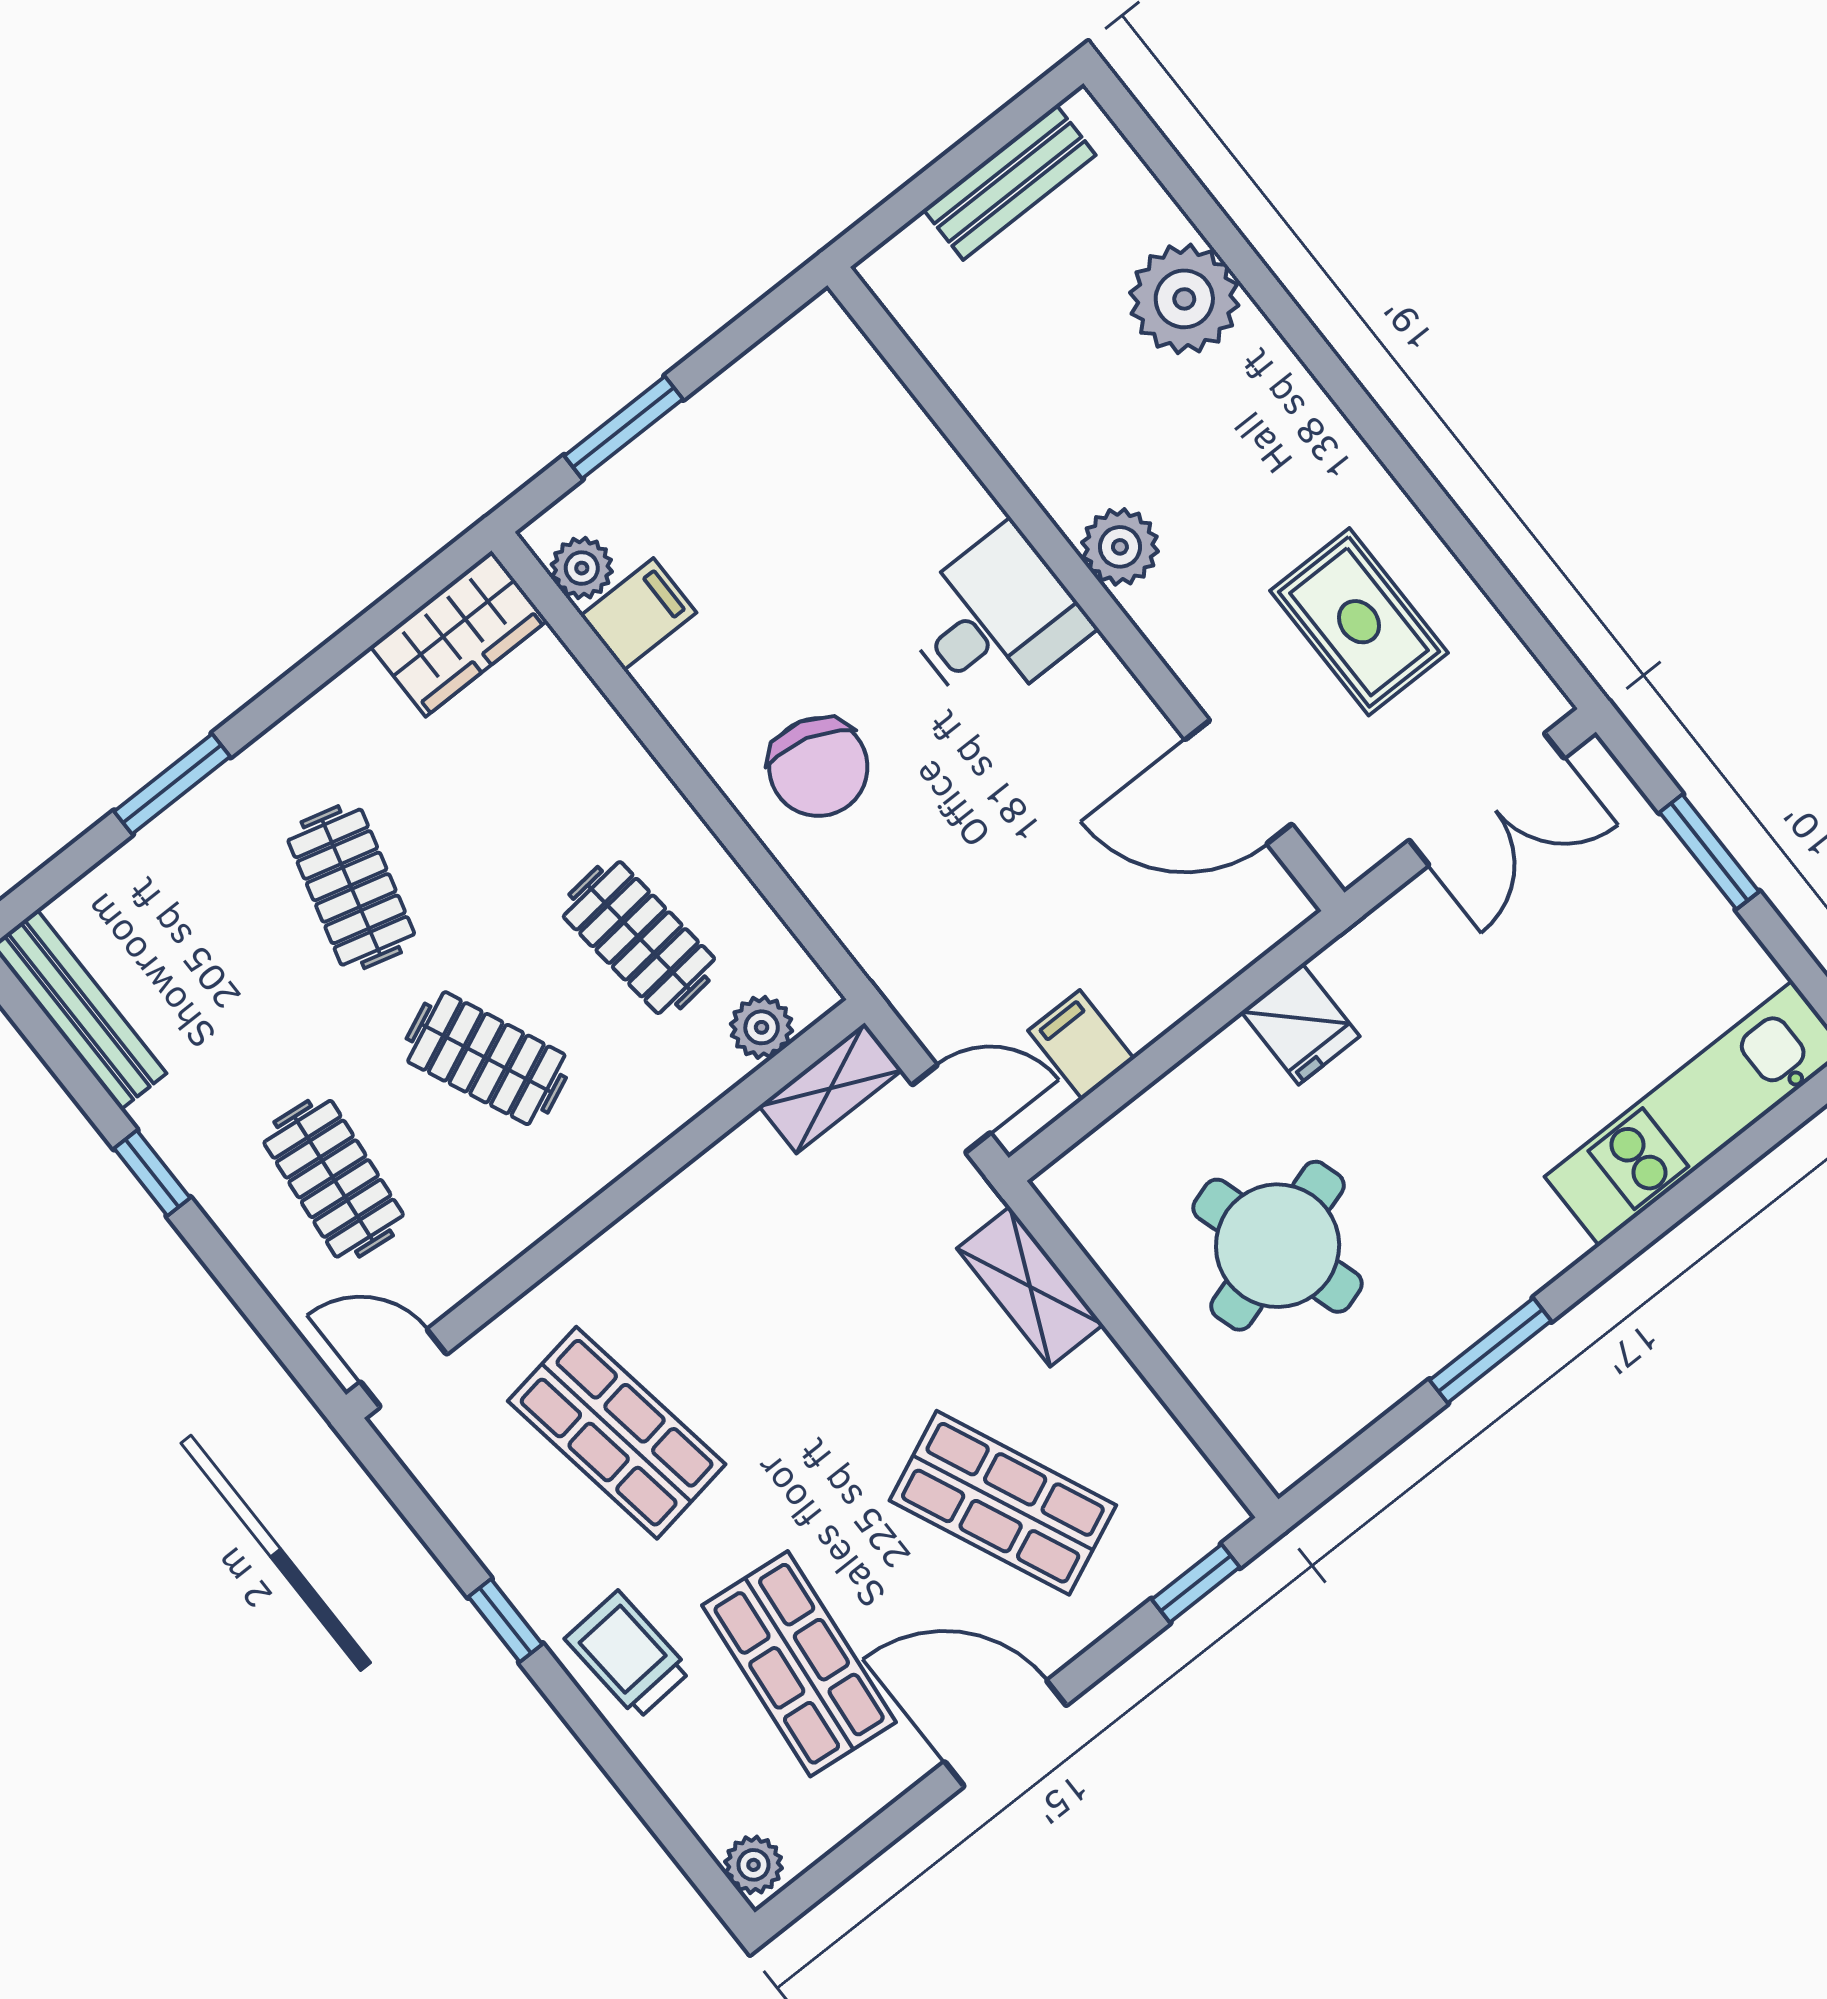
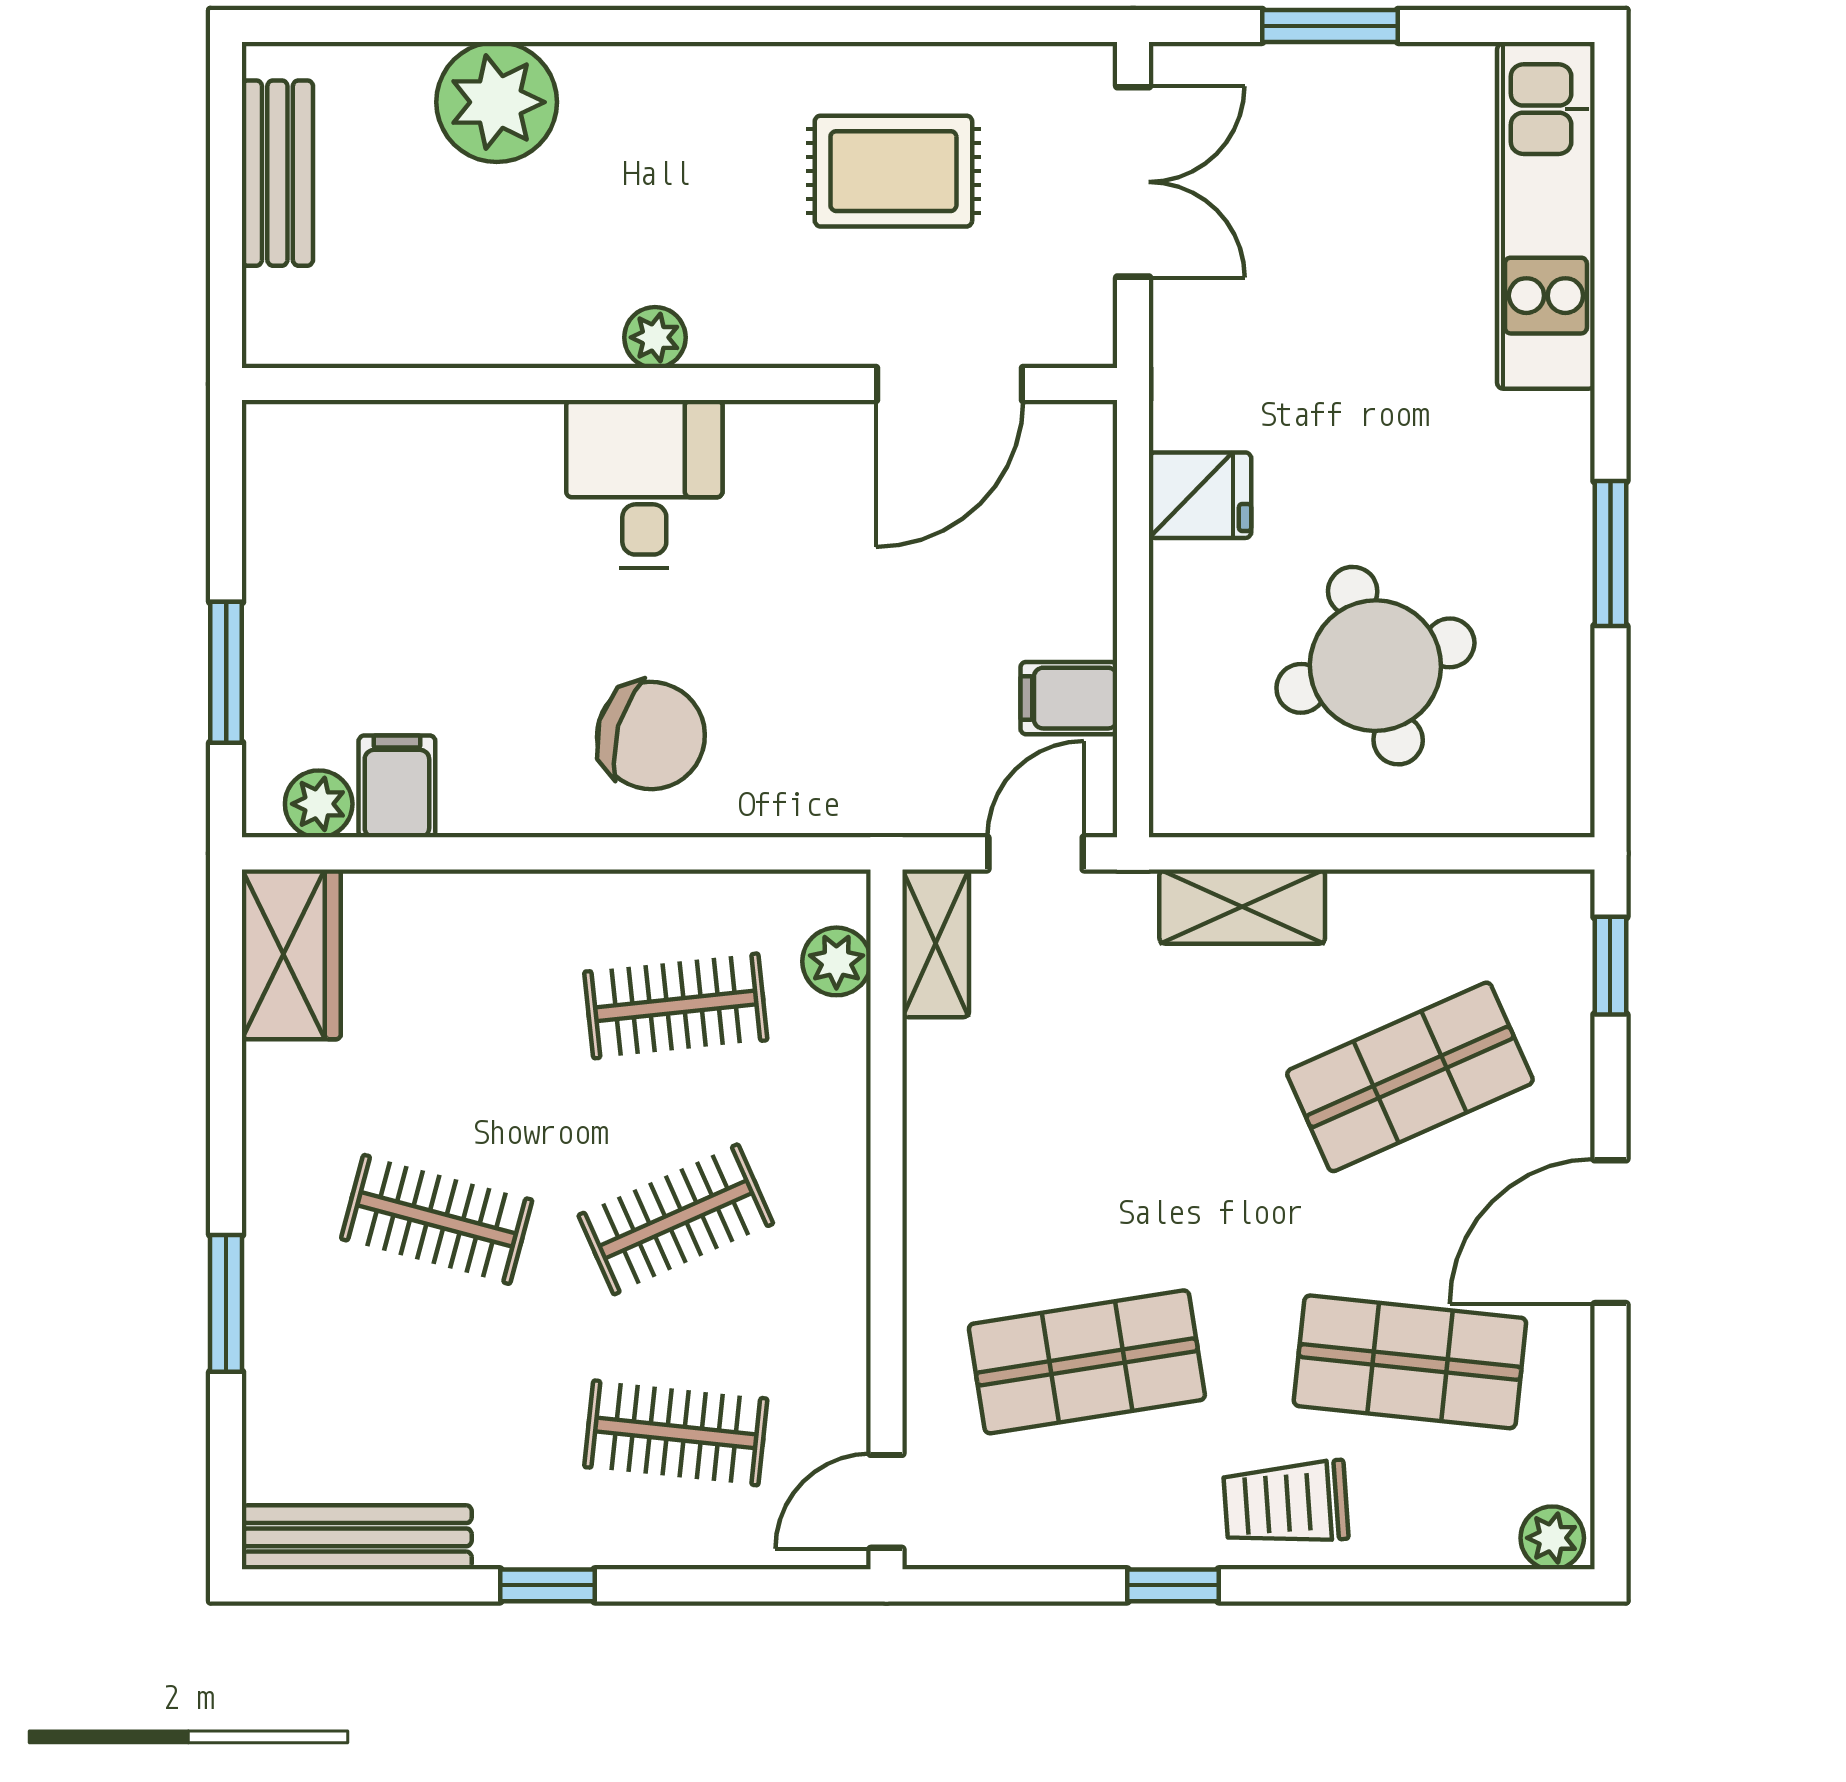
plant: (1120, 547) -> (655, 337), width x0.73, depth x0.73

